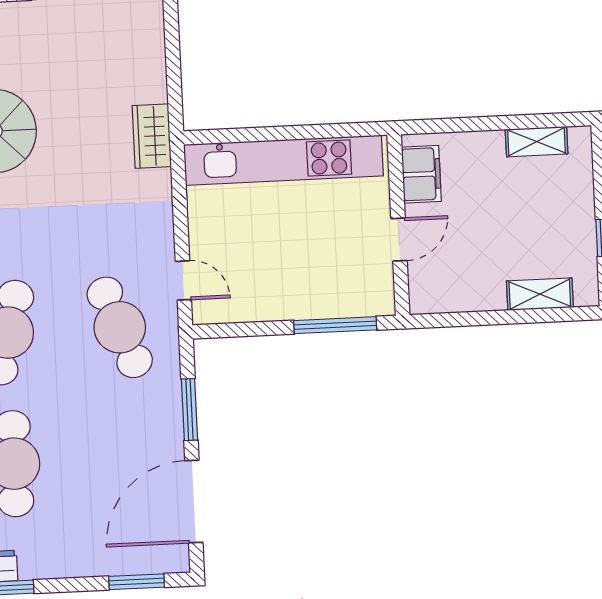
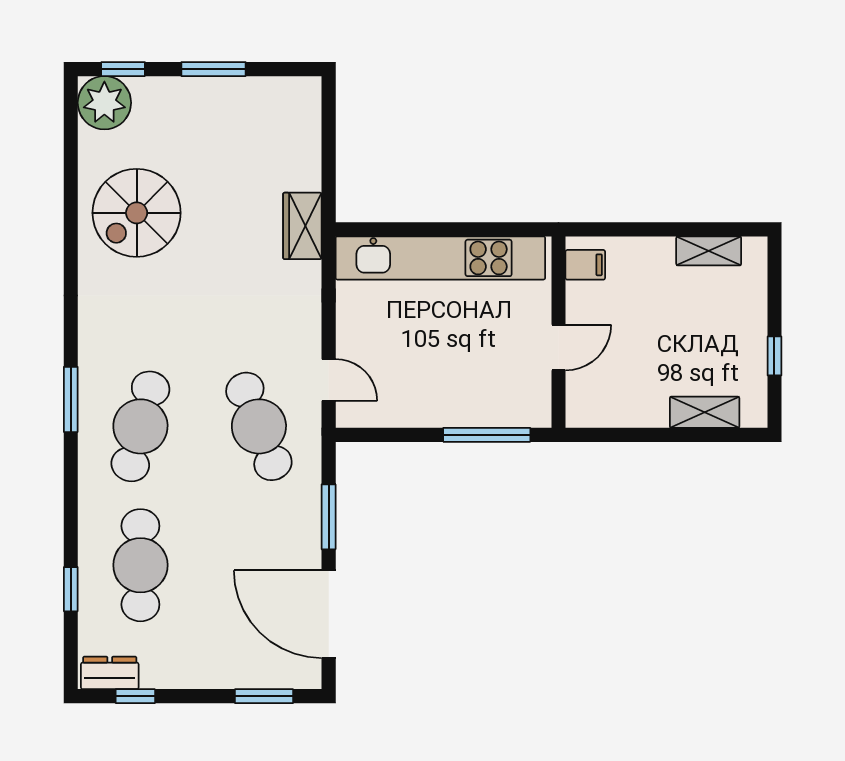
filing cabinet: (421, 174) -> (585, 265), width x0.50
door: (194, 501) -> (329, 614), hinge flipped

